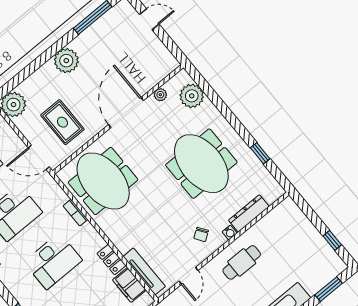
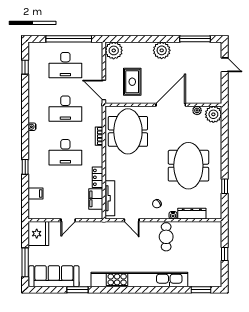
plant: (192, 96) -> (213, 114), moved
window: (332, 240) -> (225, 254), moved
cafe table: (242, 262) -> (166, 237), turned 90
door: (188, 276) -> (132, 220), hinge flipped

